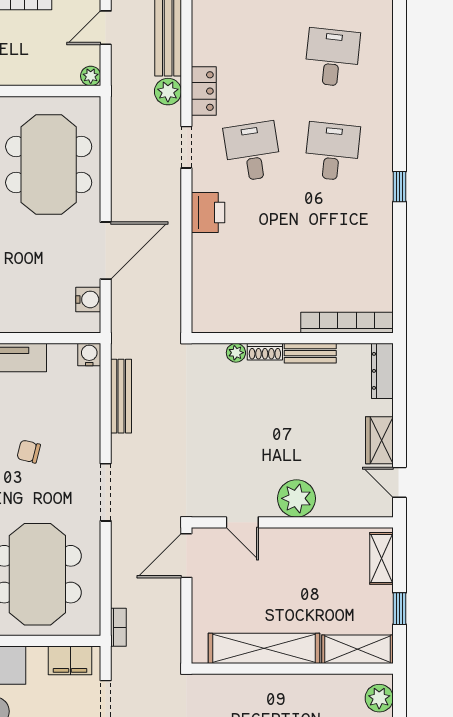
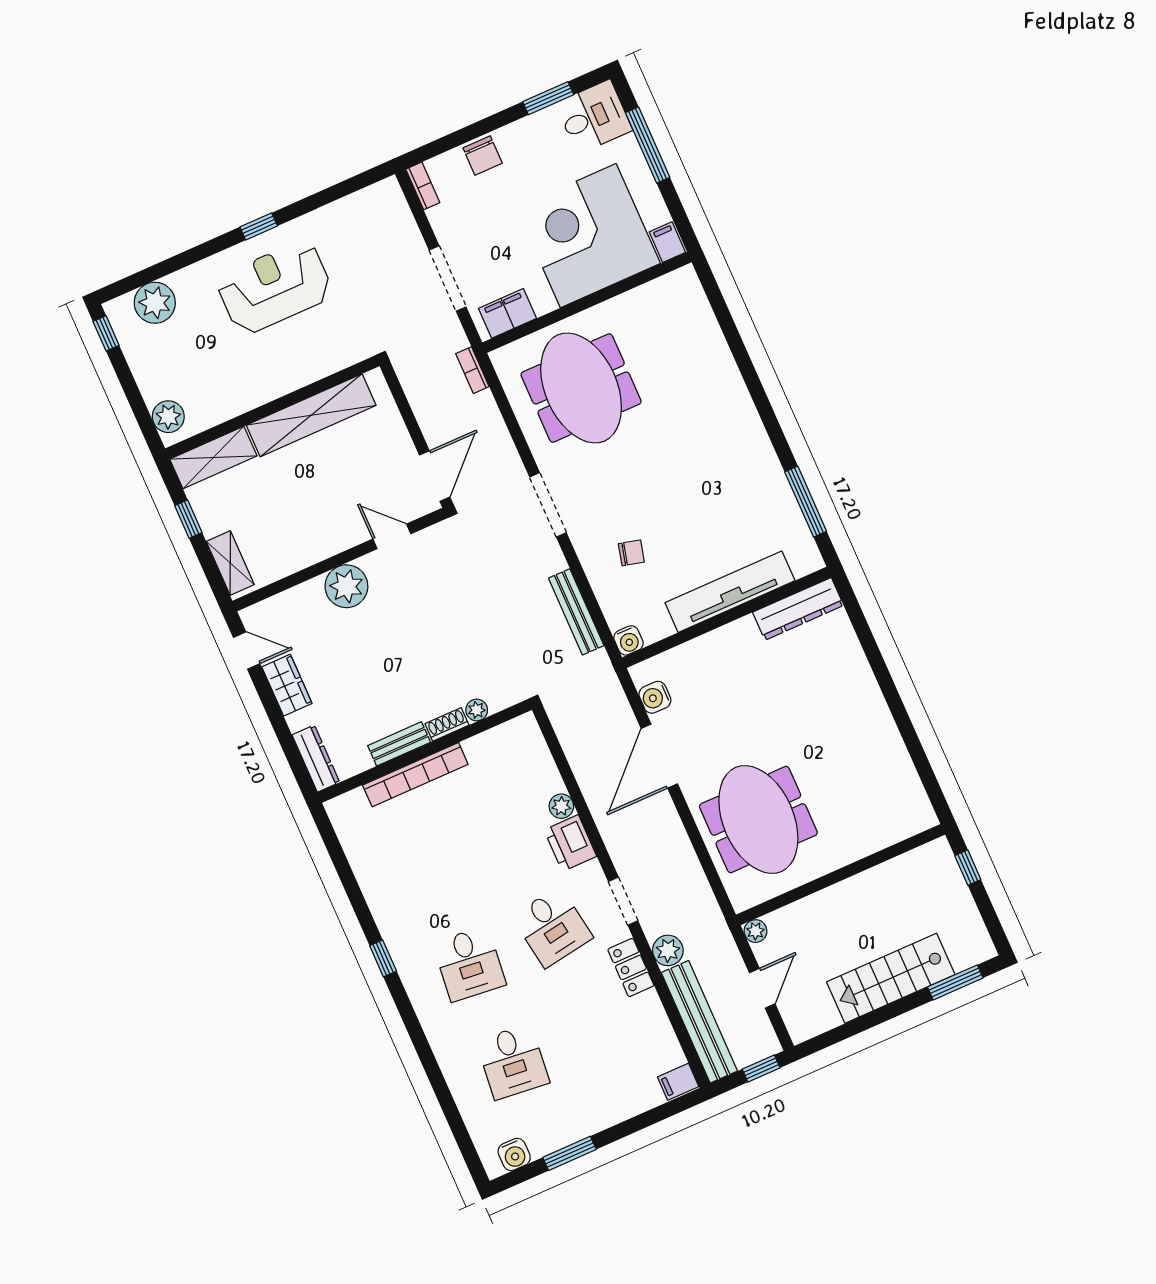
plant: (202, 245) -> (561, 806), added
bookcase: (347, 323) -> (415, 775), moved
chair: (29, 452) -> (631, 553), moved

